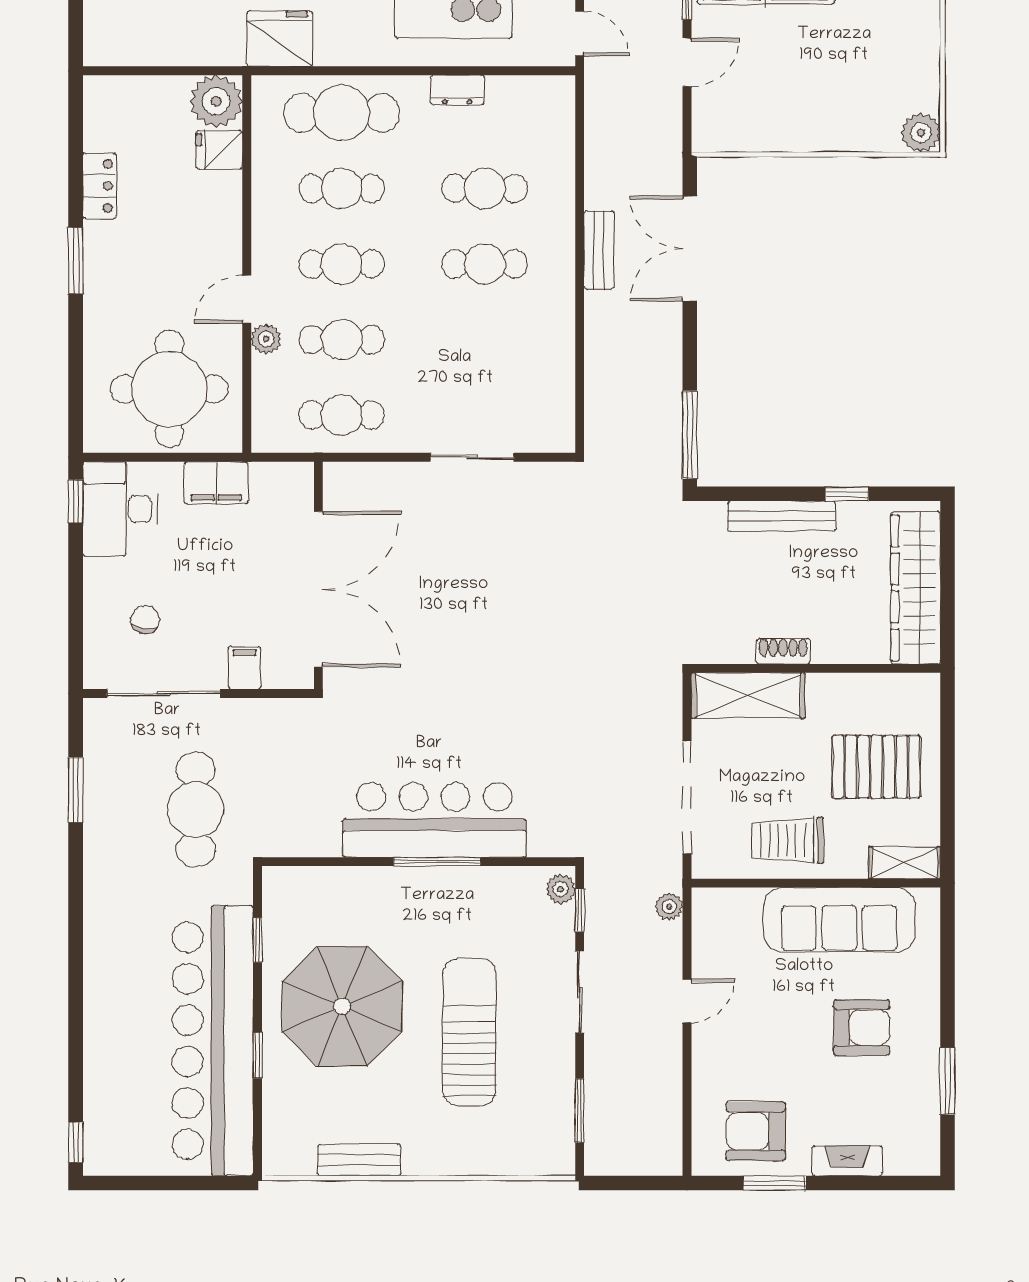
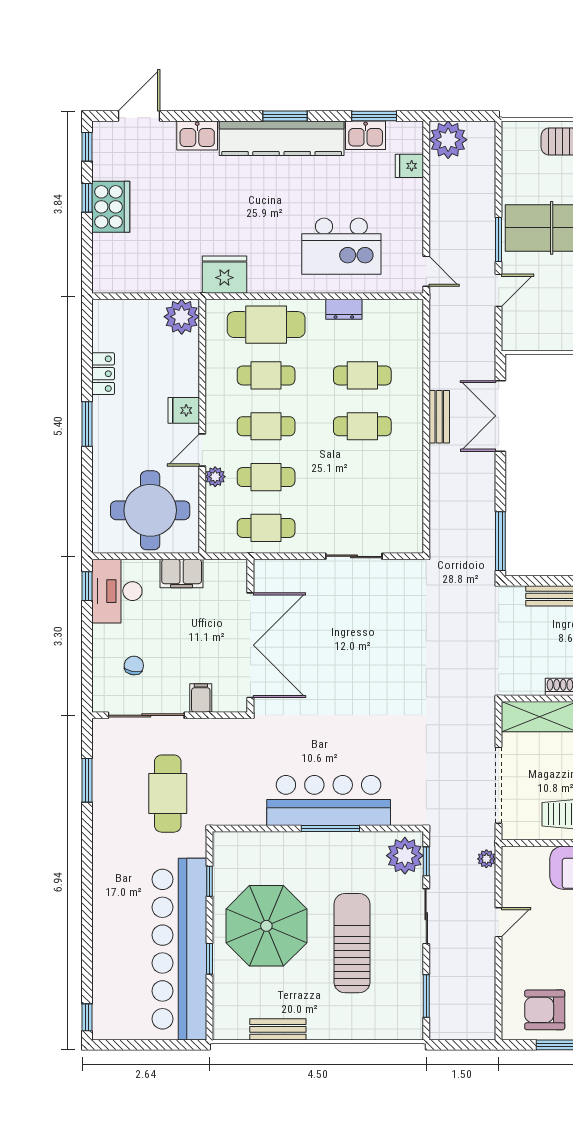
fridge: (219, 150) -> (184, 410), moved
plant: (561, 889) -> (405, 856), width x1.87, depth x1.87

